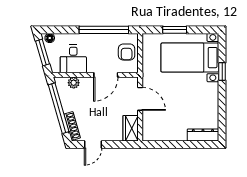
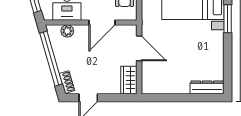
window: (222, 71) -> (228, 19), width x1.50
shoe rack: (72, 126) -> (67, 82), width x0.70

